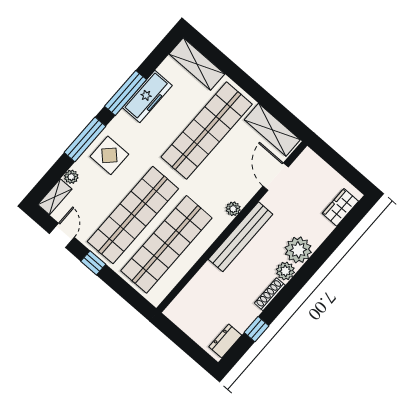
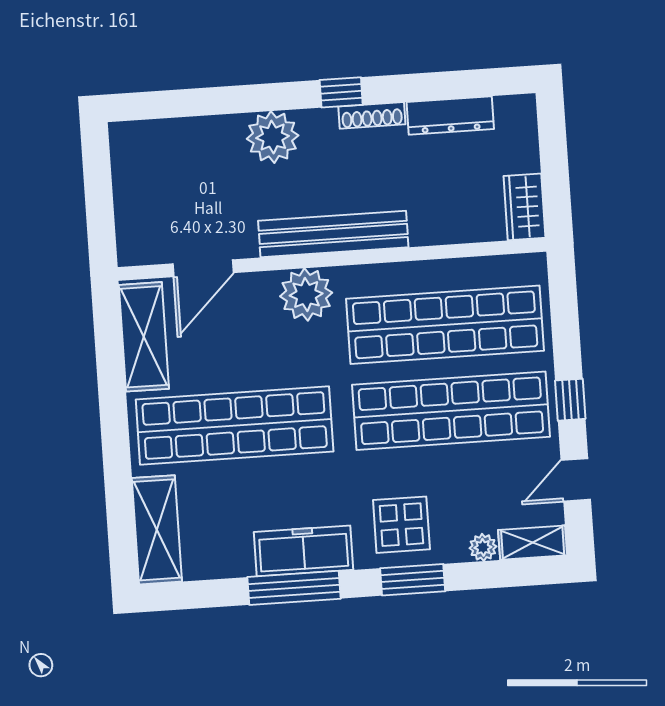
freezer: (147, 96) -> (304, 551), moved
window: (85, 139) -> (413, 580), width x0.69
wardrobe: (340, 207) -> (524, 207), moved, turned 90
plant: (233, 209) -> (306, 295), width x1.87, depth x1.87
plant: (285, 271) -> (319, 126), removed
window: (257, 329) -> (341, 92), moved
dresser: (225, 341) -> (450, 115), moved, width x1.44

